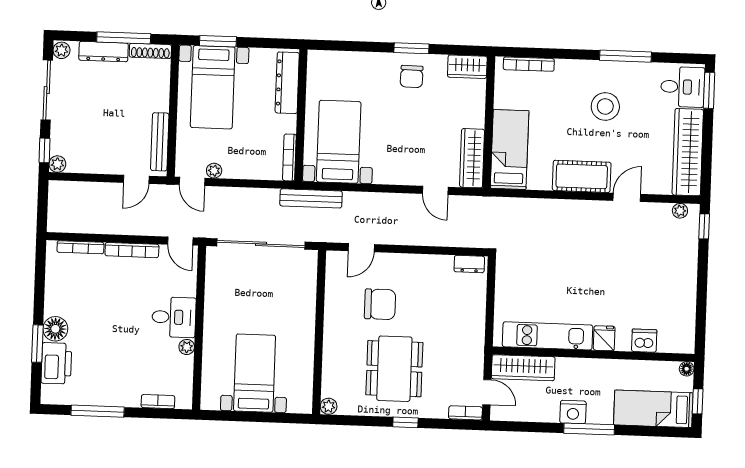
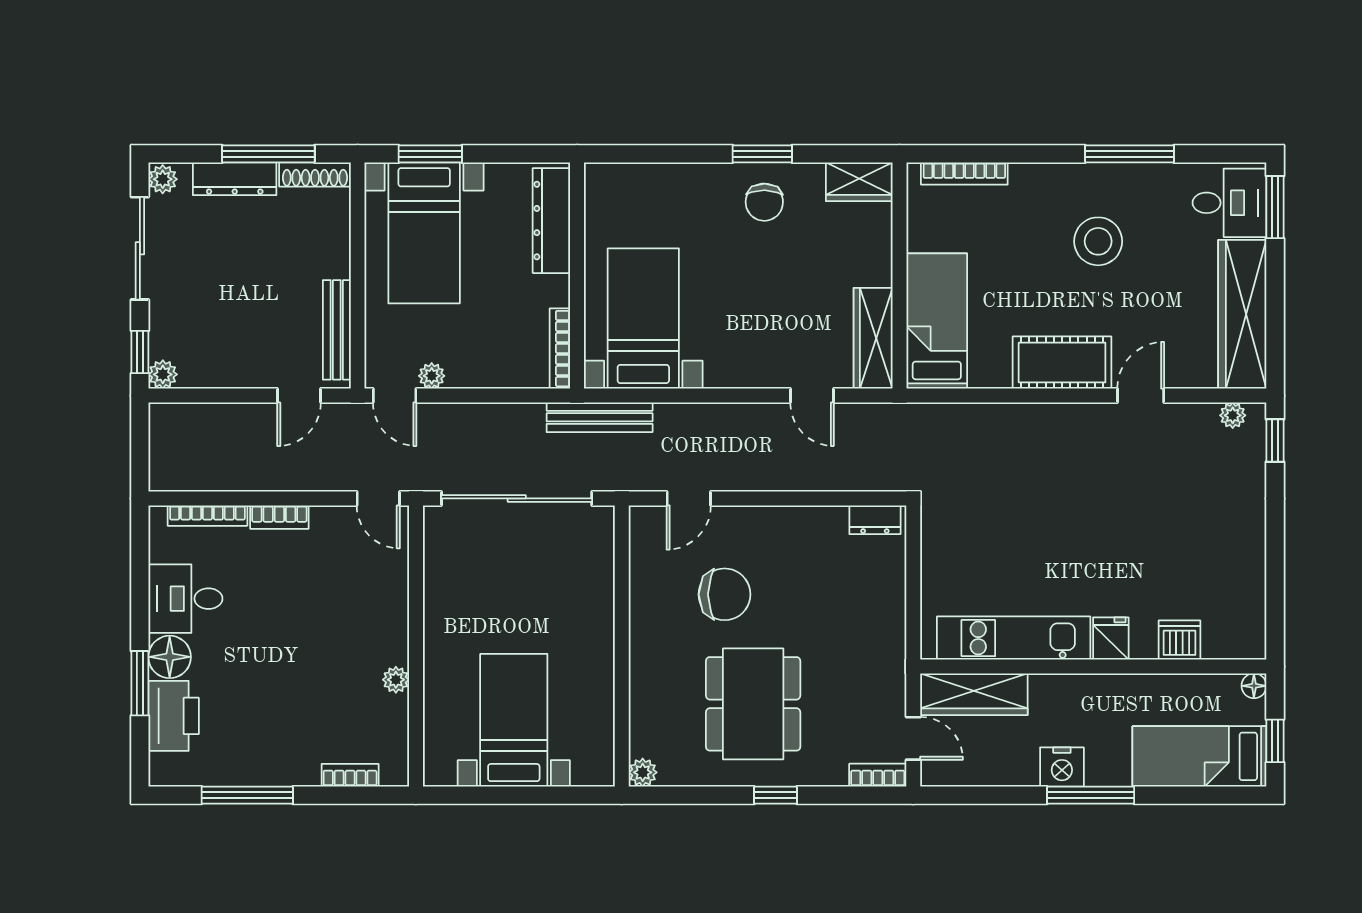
bookcase: (132, 250) -> (279, 517), width x0.64
desk: (174, 317) -> (185, 599), moved, turned 180

